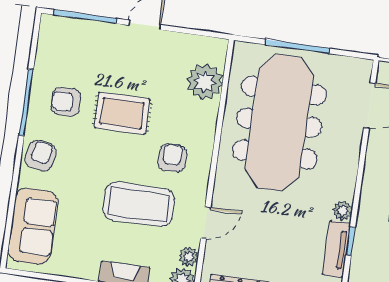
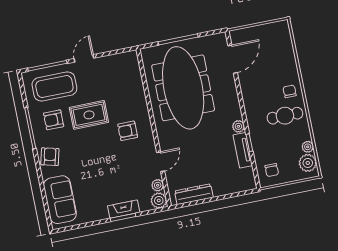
plant: (205, 82) -> (131, 79), removed
armchair: (172, 158) -> (128, 131), turned -90
coffee table: (139, 204) -> (54, 87), moved

